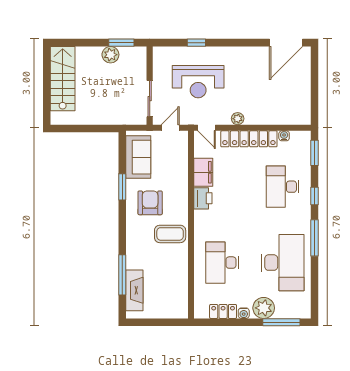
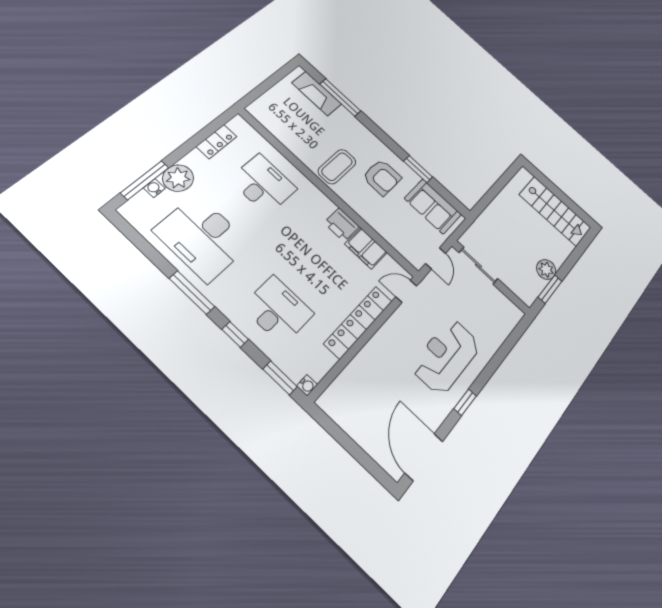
window: (196, 43) -> (465, 402), moved
reception desk: (198, 82) -> (446, 356), moved
plant: (238, 119) -> (389, 330), removed
water cooler: (284, 136) -> (307, 385), moved
water cooler: (244, 313) -> (154, 188), moved

